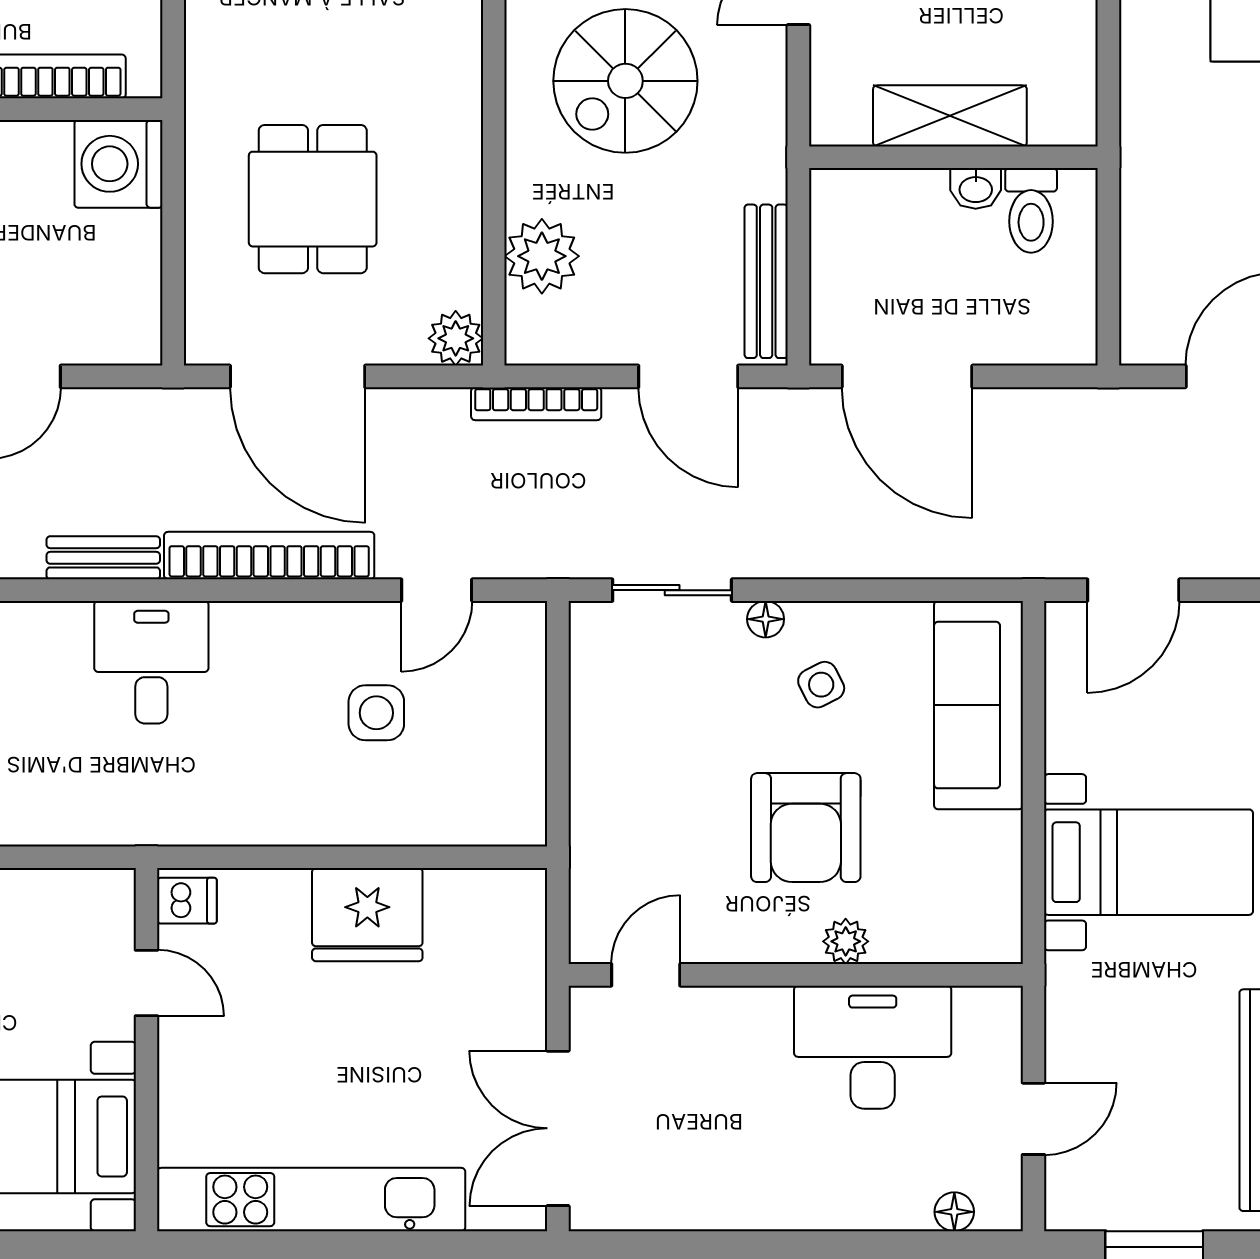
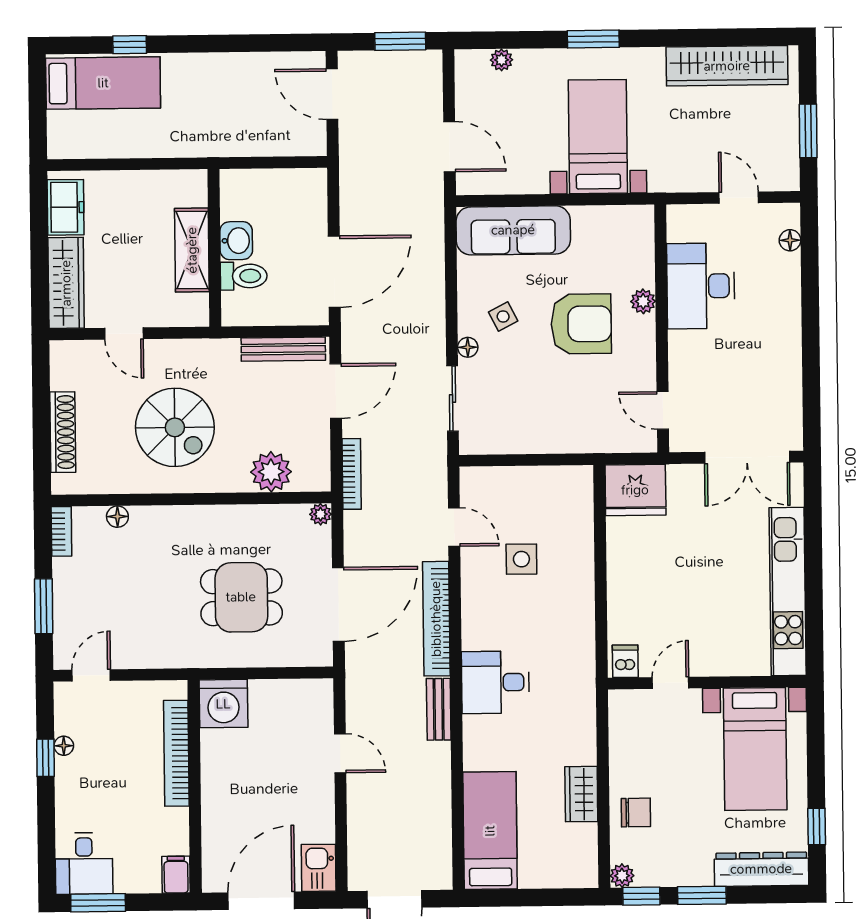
washbasin: (976, 188) -> (236, 241), width x1.38, depth x1.45
toilet: (1031, 210) -> (244, 276), moved
plant: (456, 338) -> (321, 514), width x0.73, depth x0.73
fridge: (367, 915) -> (635, 490), moved, turned 90

